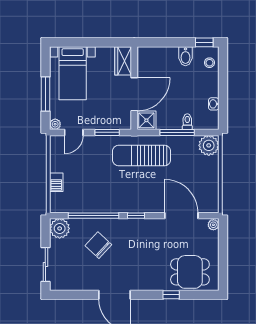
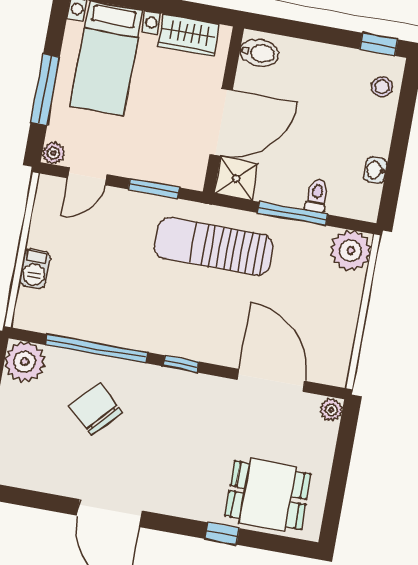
bidet: (185, 56) -> (259, 53), moved, turned -90
wardrobe: (123, 61) -> (188, 35), moved, turned -90

